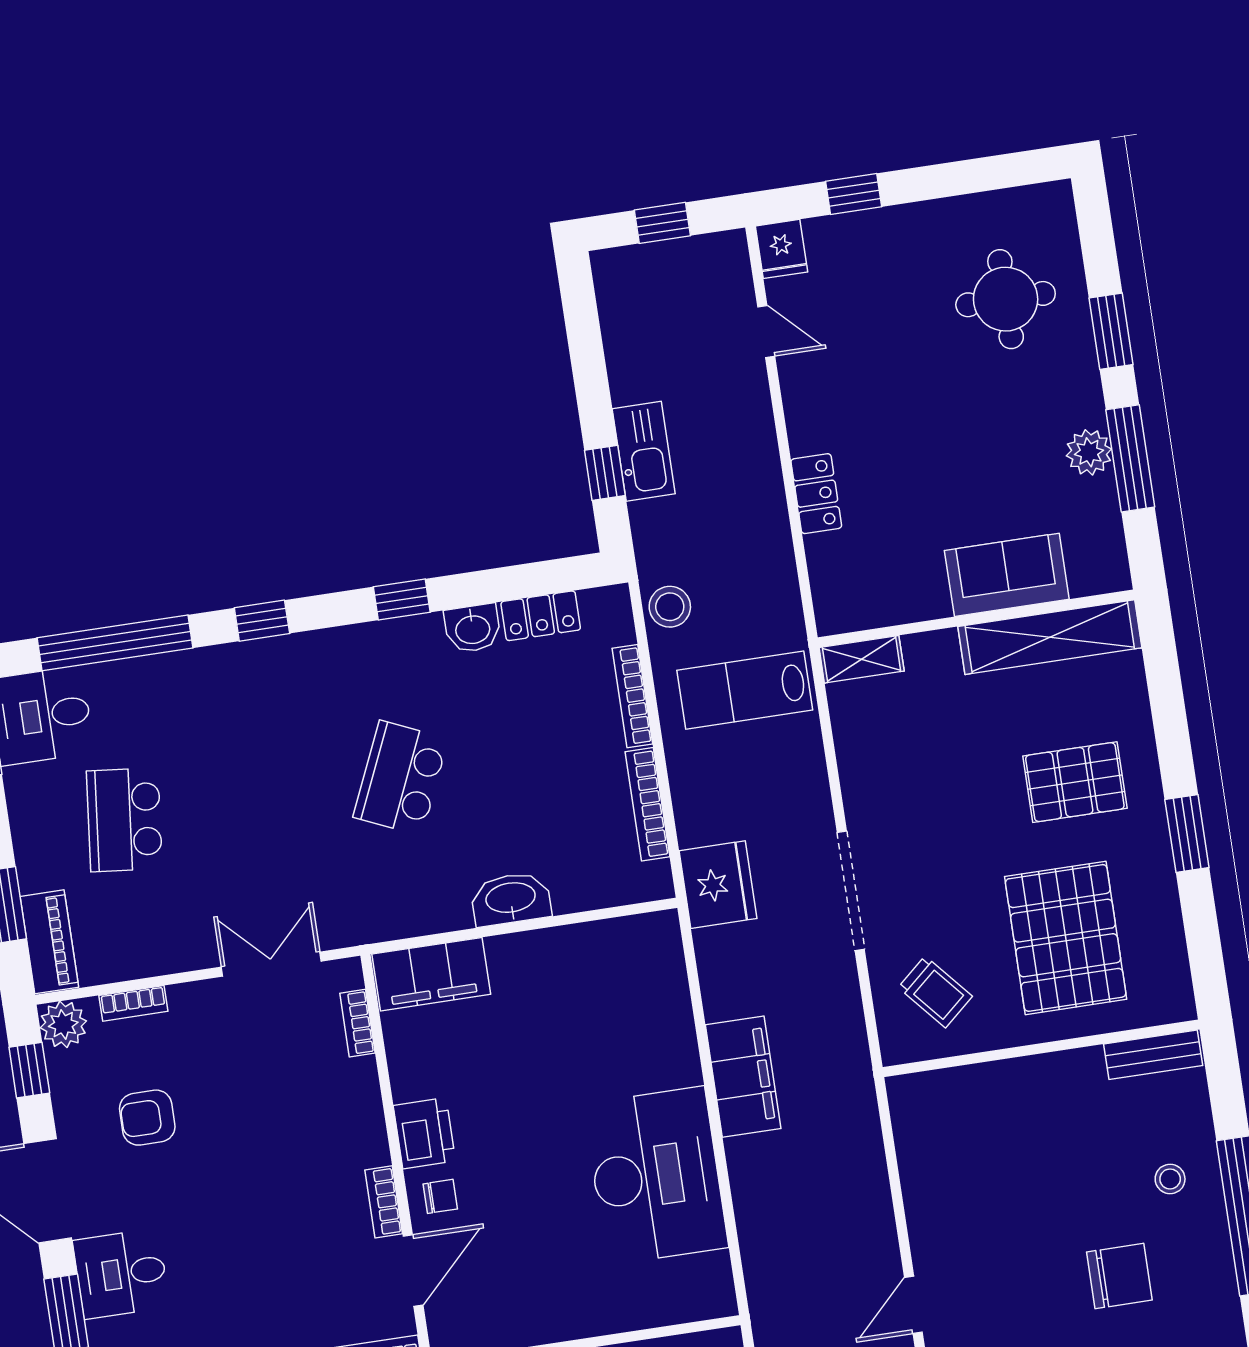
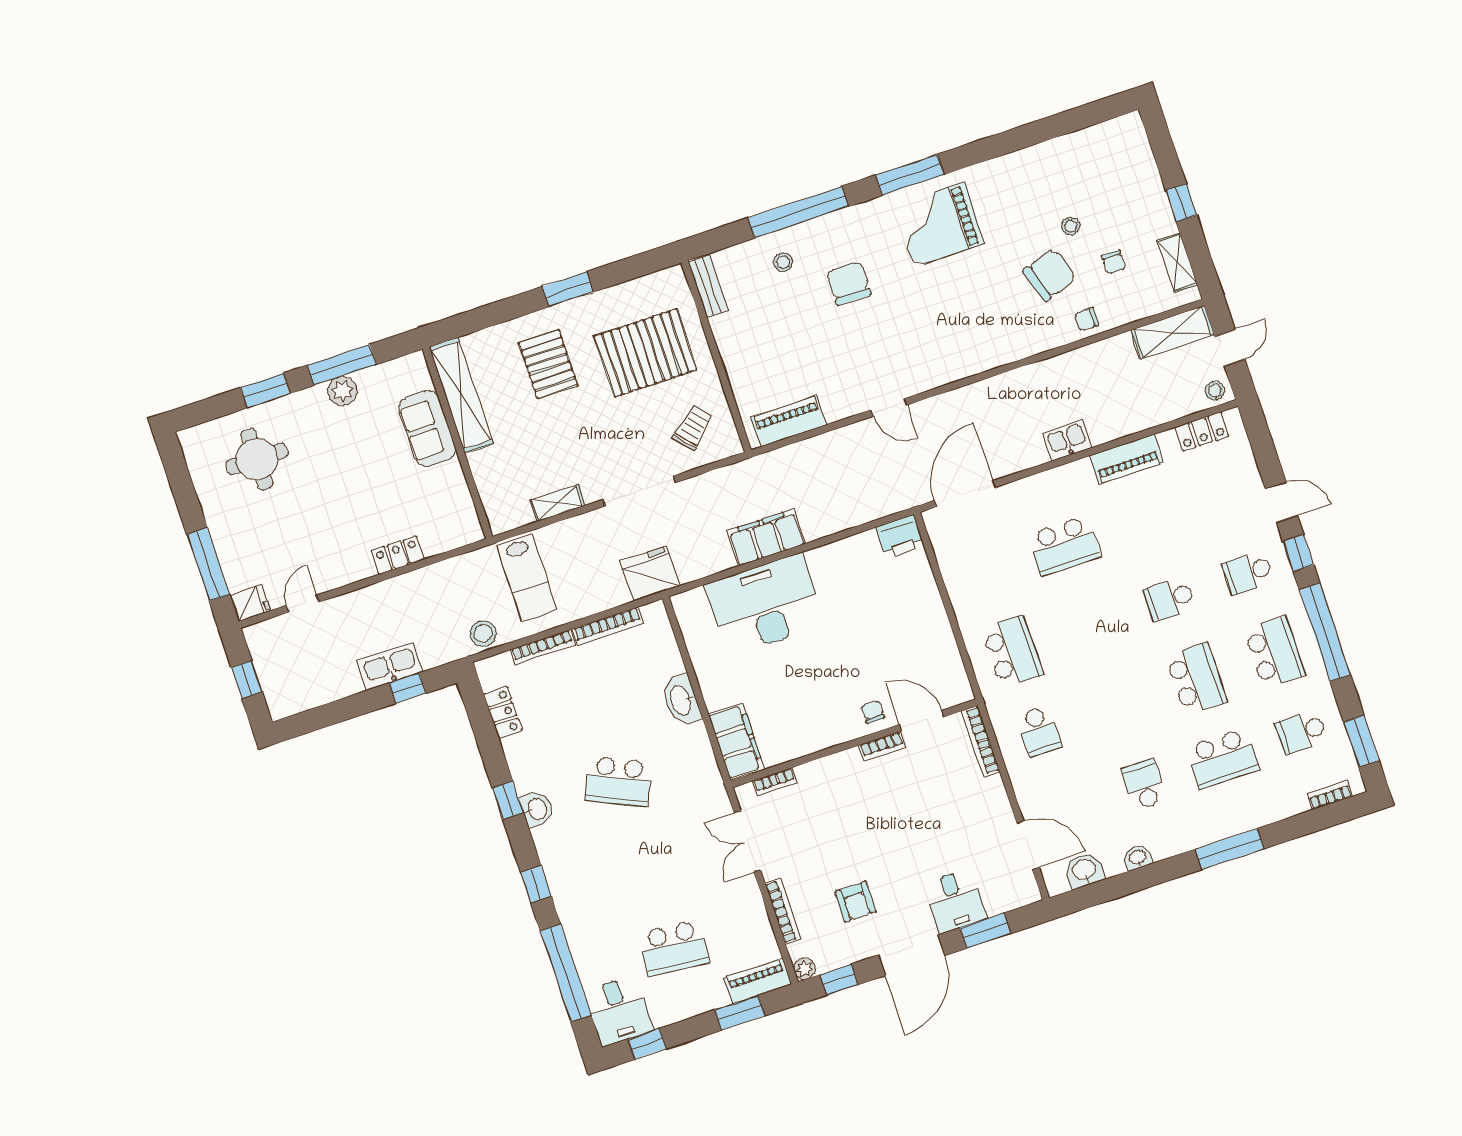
window: (854, 194) -> (208, 564), width x2.17
washbasin: (473, 628) -> (537, 809), moved
shelving: (862, 659) -> (557, 503), moved, turned 90
bookcase: (133, 1003) -> (783, 911), width x1.56
plant: (63, 1024) -> (805, 969), width x0.73, depth x0.73
printer: (424, 1133) -> (900, 537), moved, turned 180
piano: (919, 1144) -> (789, 421), added
desk: (656, 1176) -> (765, 605), moved

